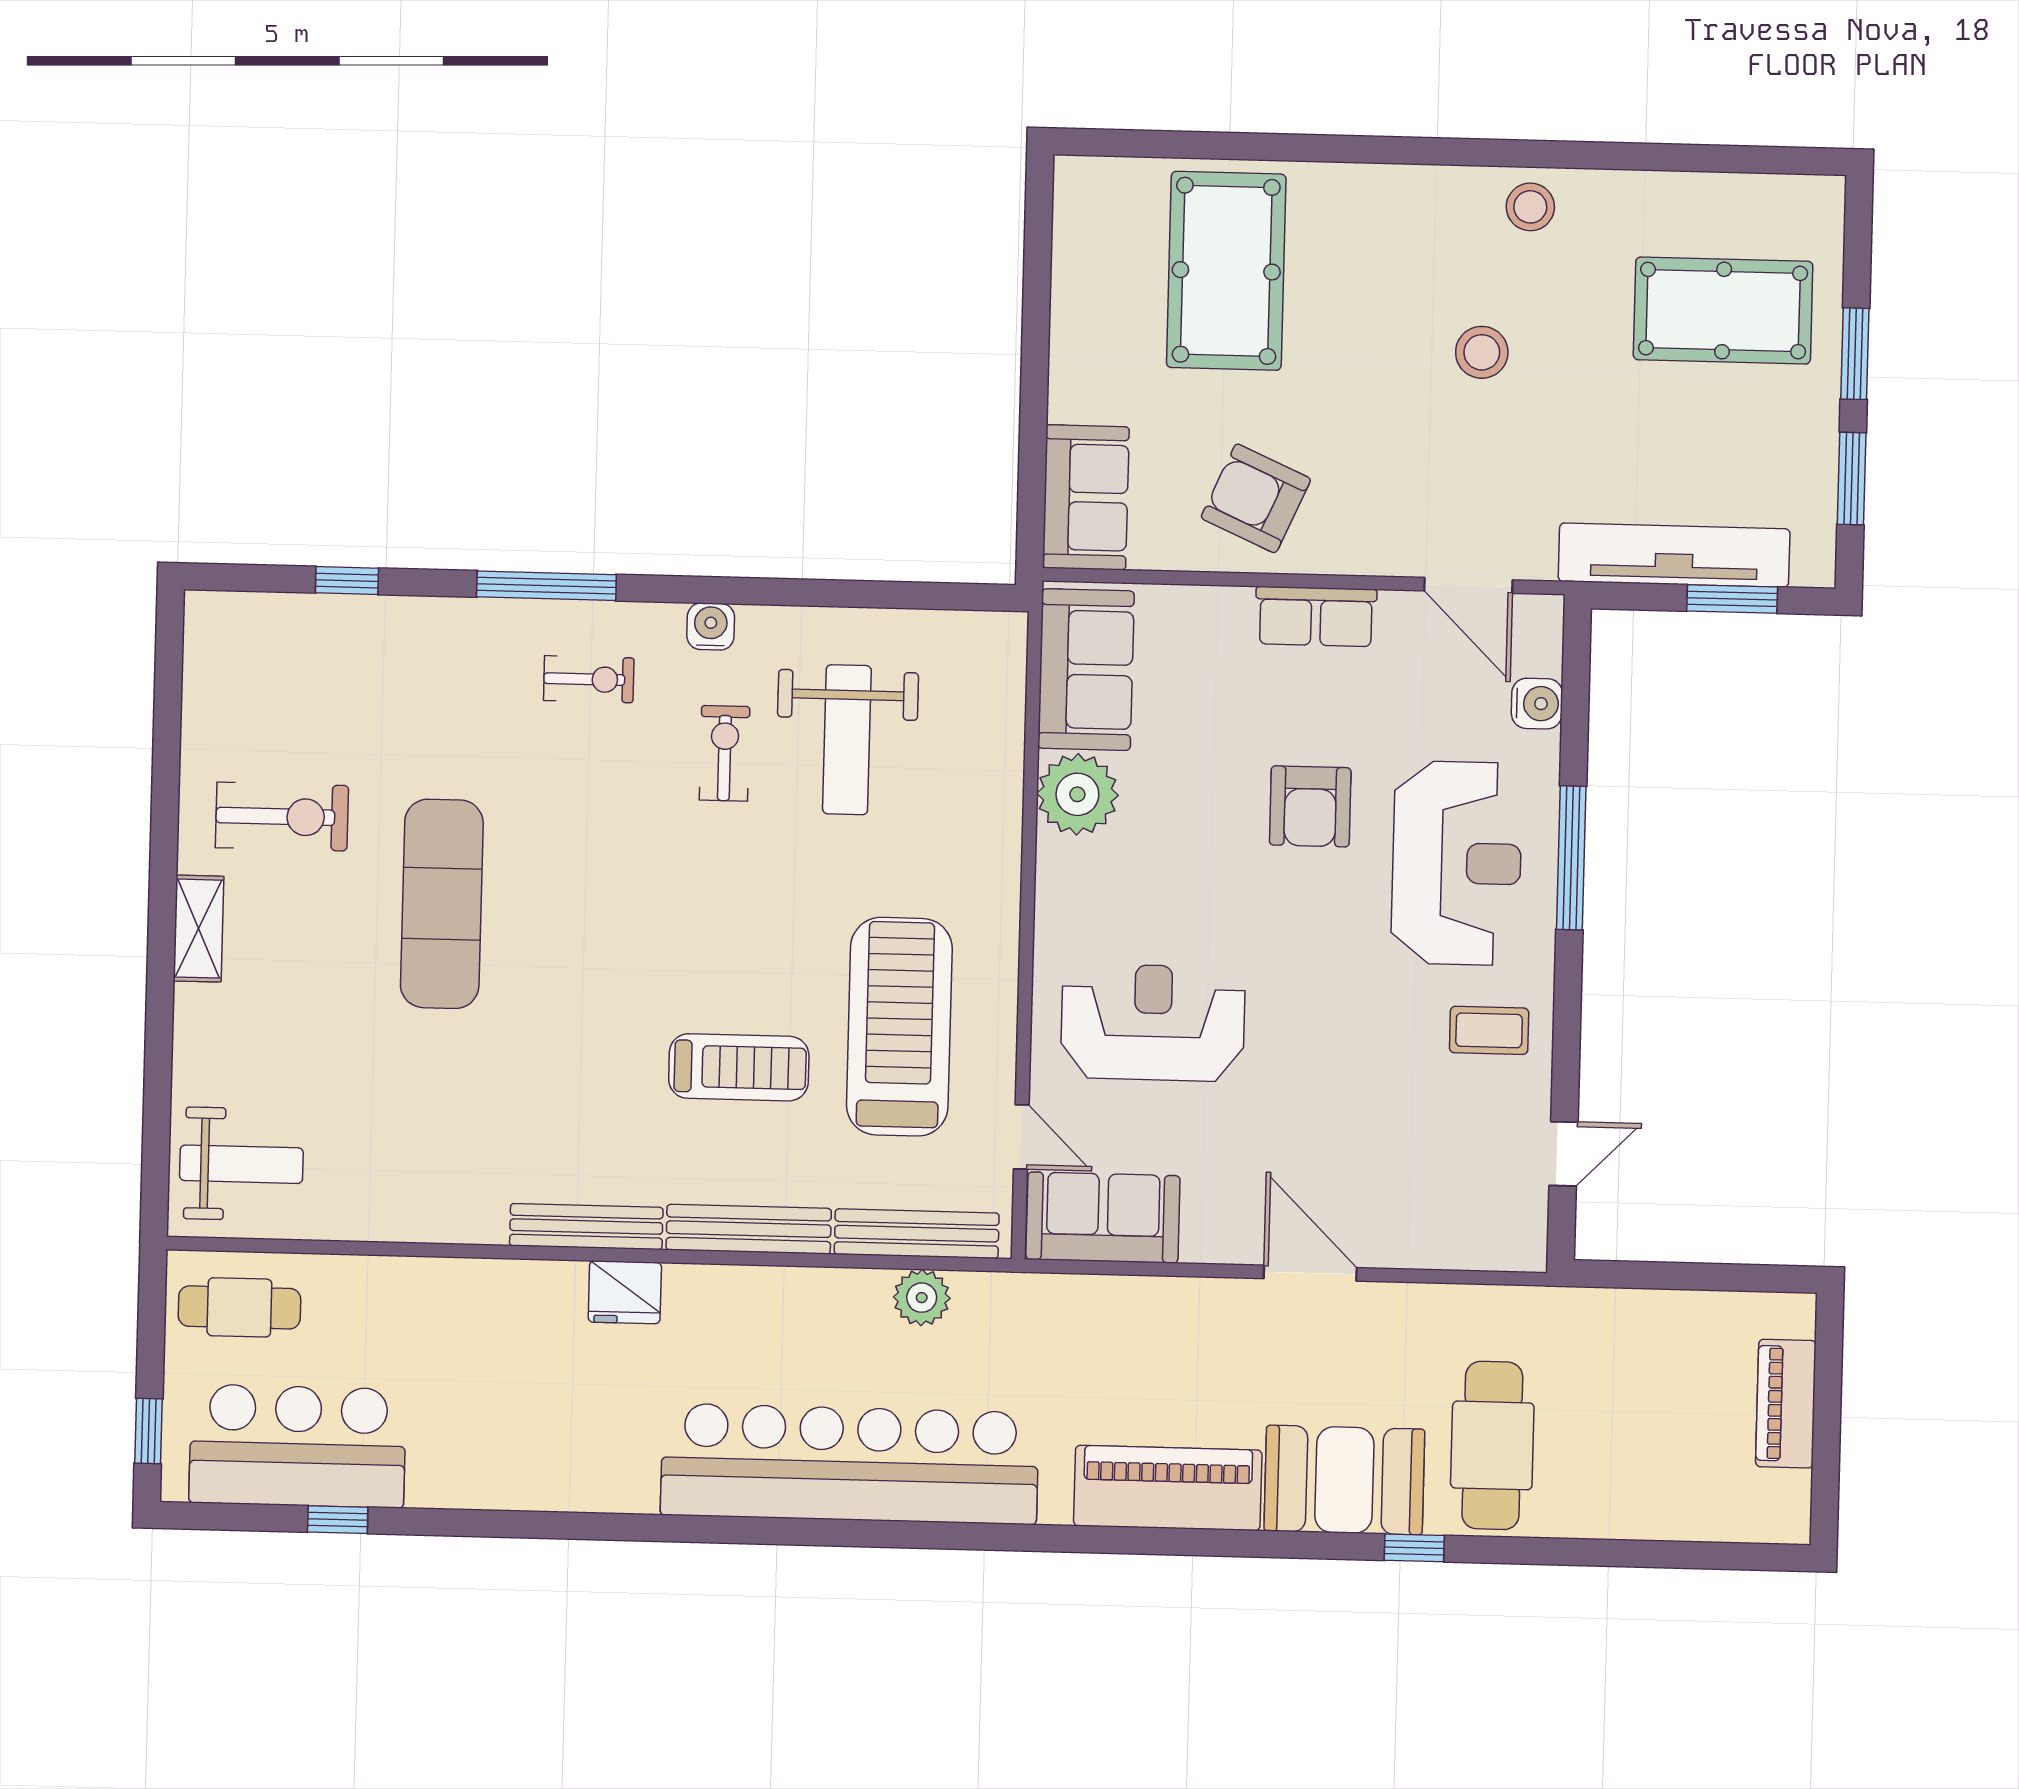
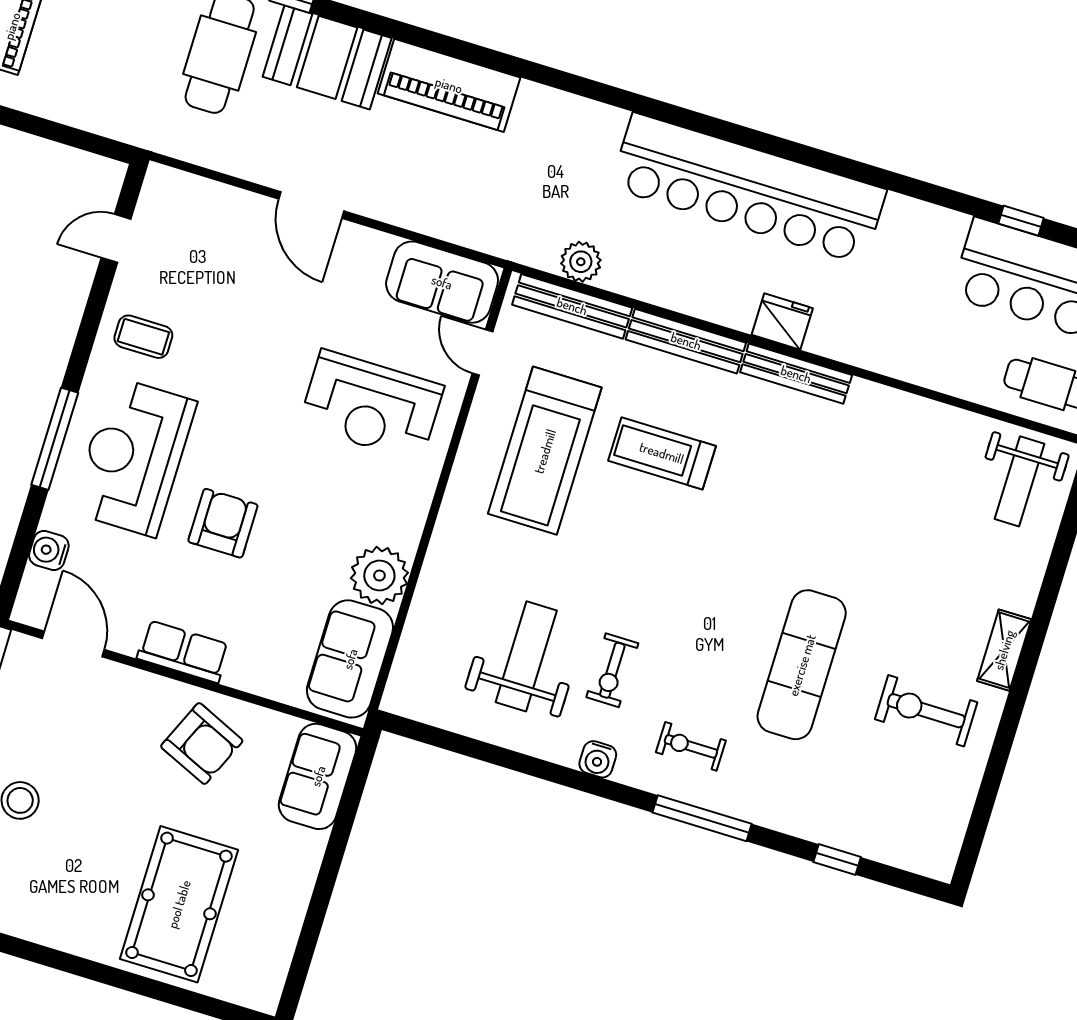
exercise mat: (442, 904) -> (802, 665), moved
weight bench: (241, 1164) -> (1019, 481), turned -90
bar counter: (850, 1464) -> (748, 189), moved

